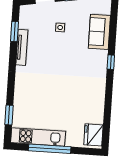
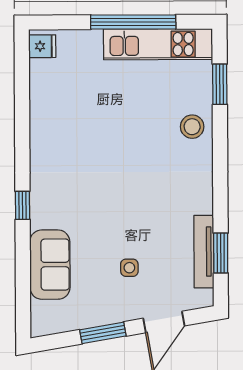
tv unit: (22, 47) -> (204, 252), moved
stool: (24, 95) -> (192, 127), added
fridge: (93, 135) -> (42, 46), width x0.53, depth x0.75

